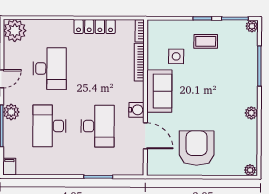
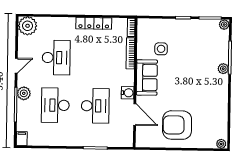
coffee table: (206, 41) -> (186, 37), removed
plant: (251, 113) -> (223, 69), moved
armchair: (197, 148) -> (177, 125), turned -90

